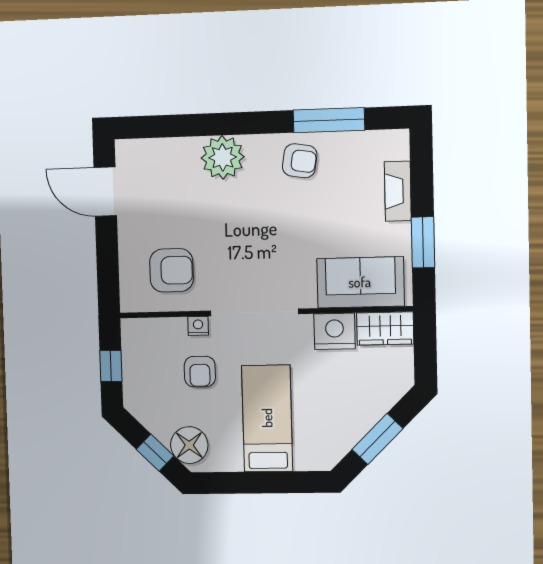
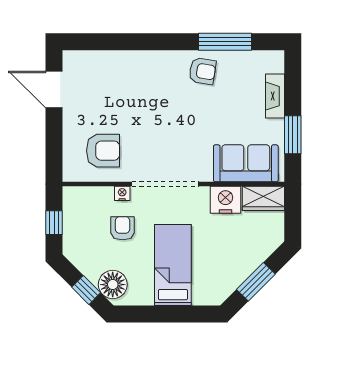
plant: (223, 157) -> (144, 67), removed
armchair: (200, 372) -> (123, 228), turned 180

